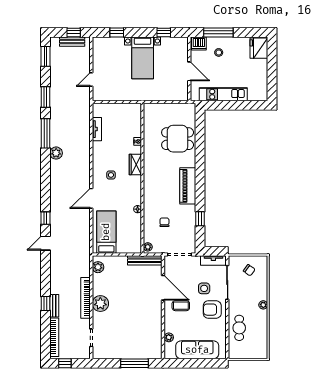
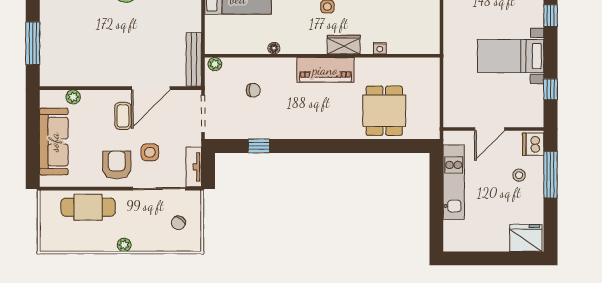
piano: (188, 186) -> (325, 70), moved, turned 180
cafe table: (239, 328) -> (88, 207), width x1.37, depth x1.35

